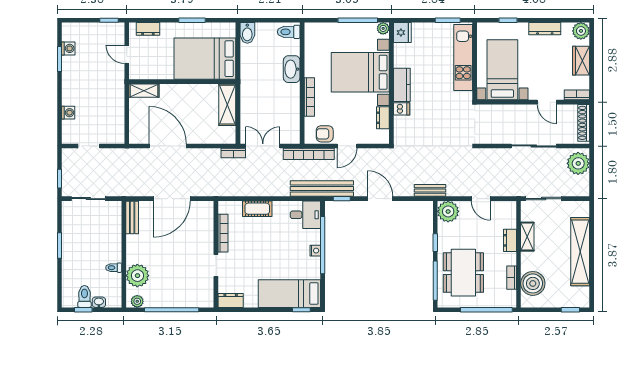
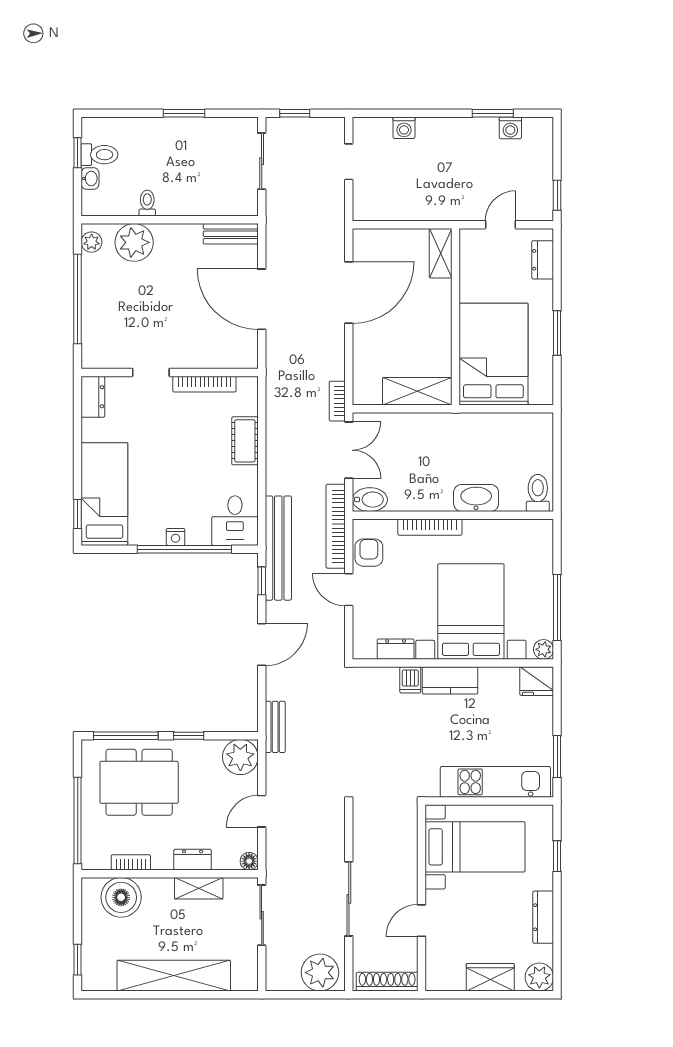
bidet: (247, 33) -> (370, 500), moved, turned 180
bookcase: (577, 95) -> (433, 970), removed
floor lamp: (511, 206) -> (249, 861), added

